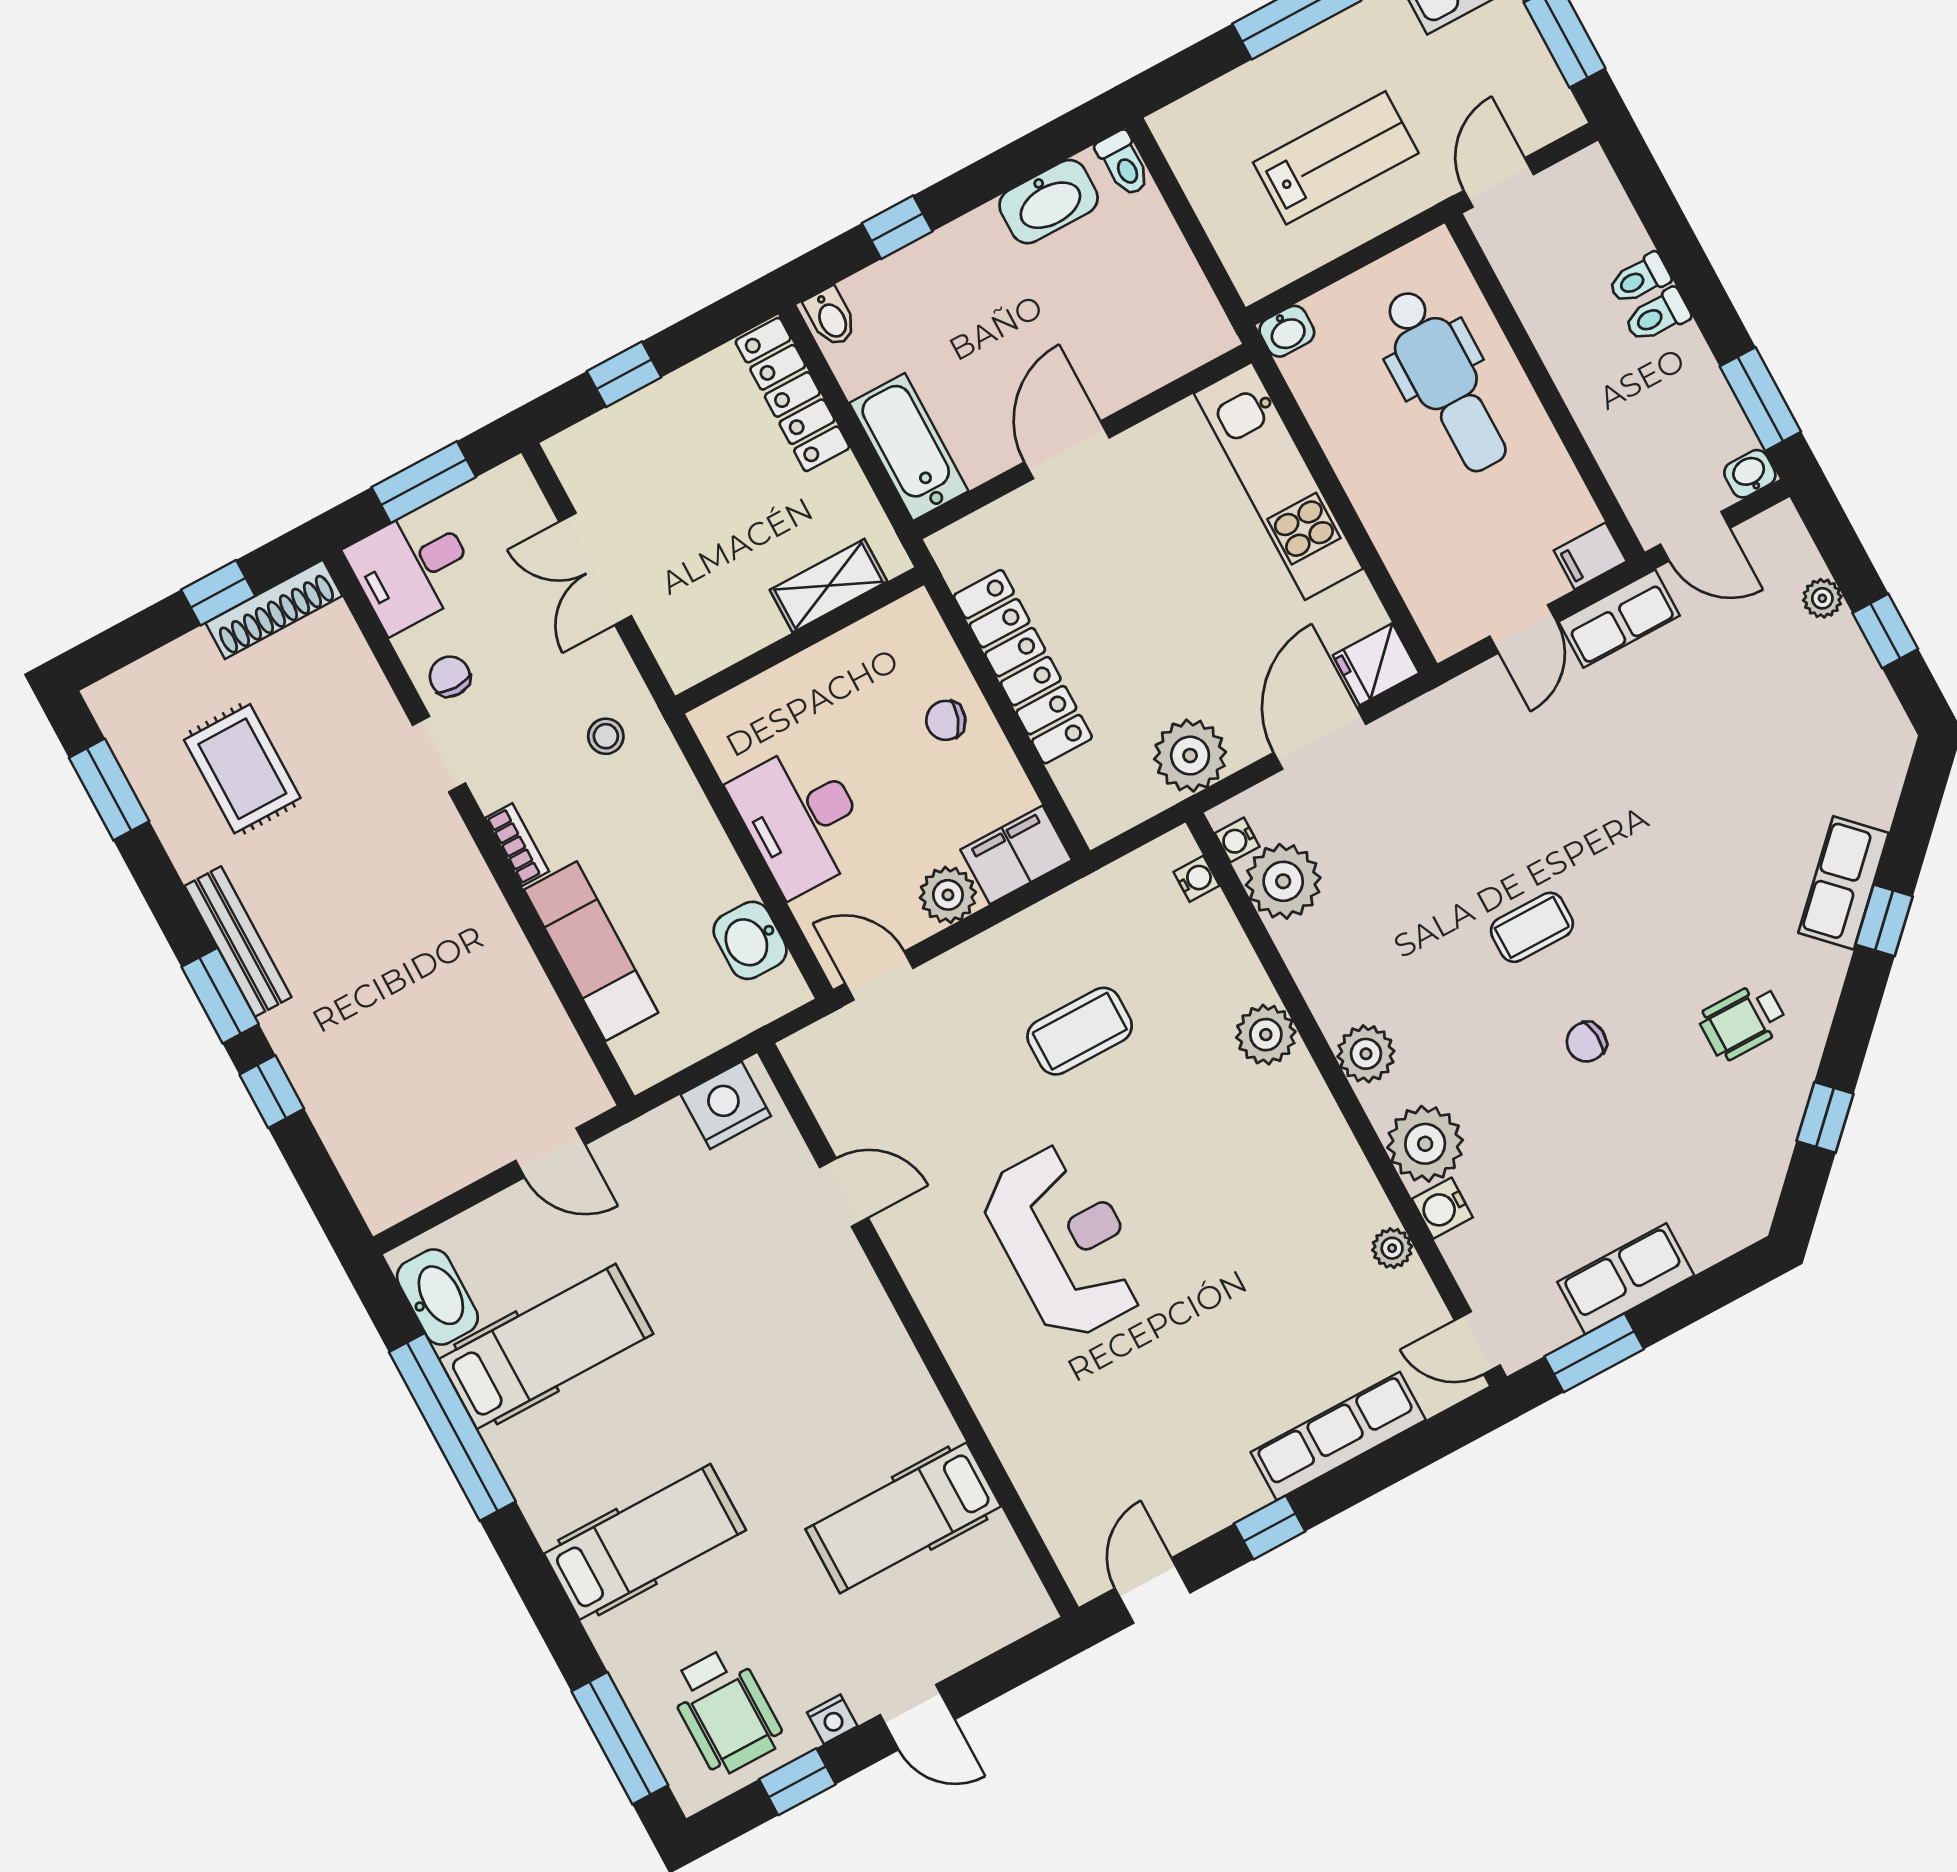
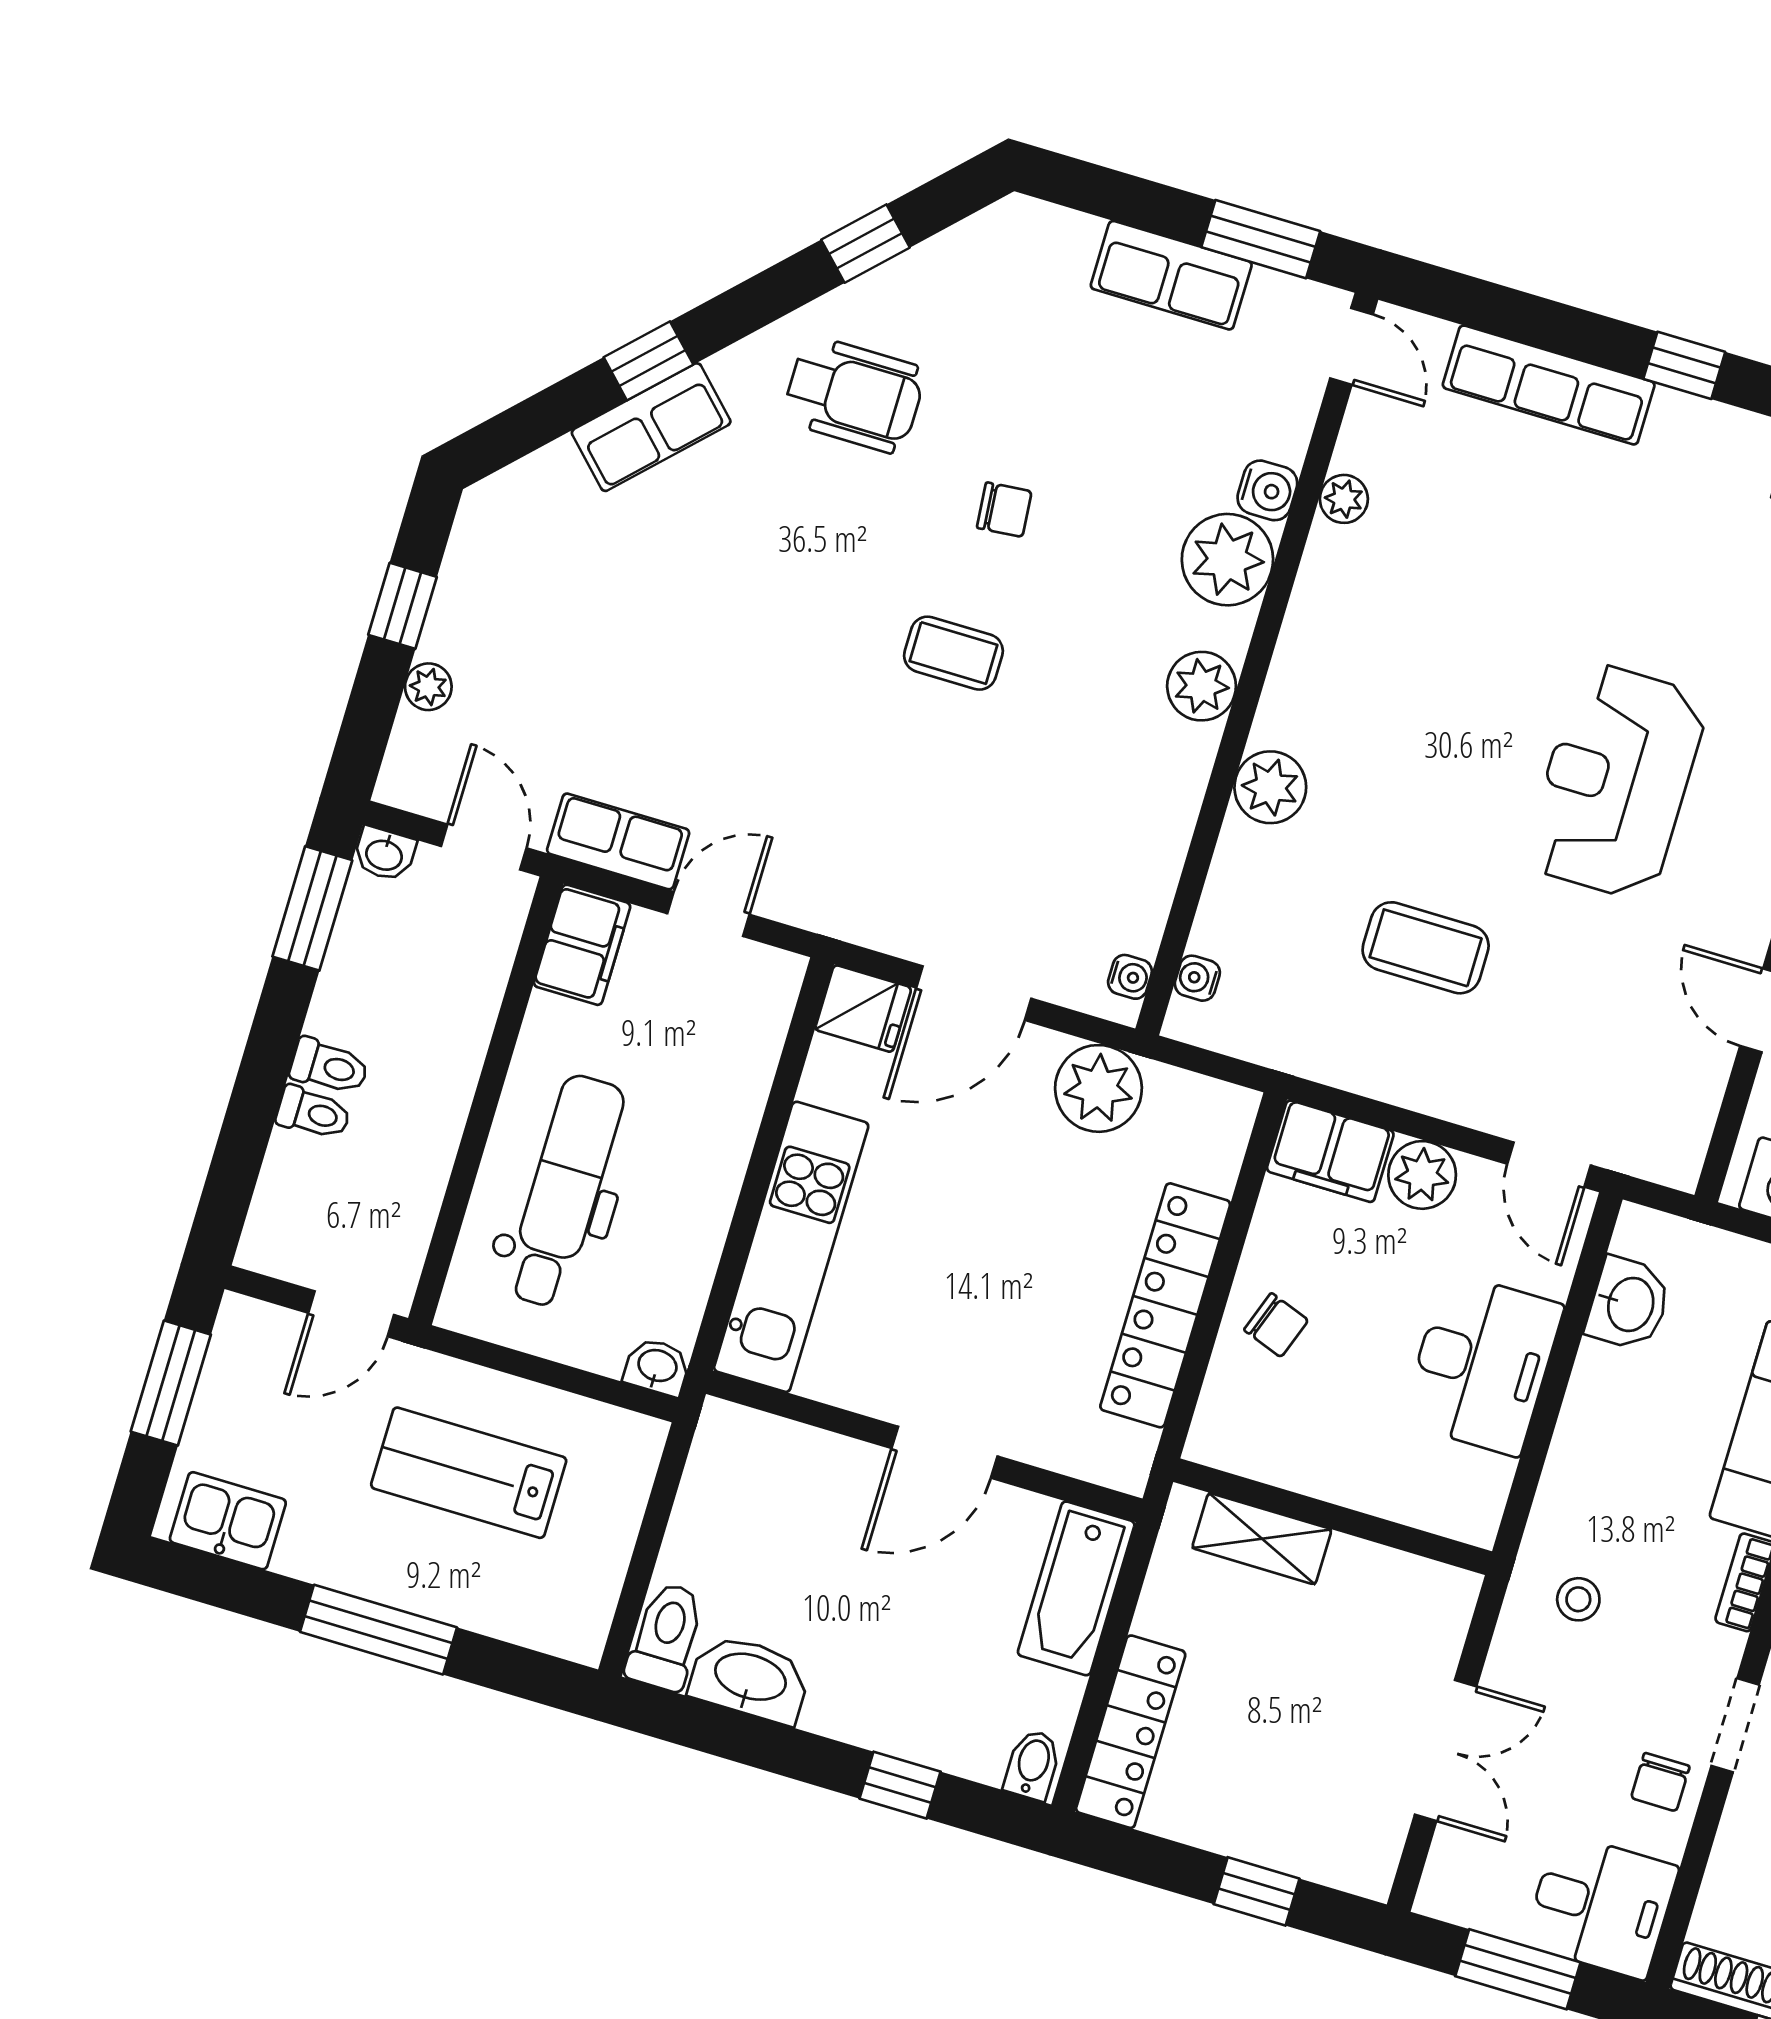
toilet: (1123, 163) -> (666, 1636), width x1.37, depth x1.39
filing cabinet: (1590, 556) -> (582, 945), width x2.00
plant: (1283, 881) -> (1126, 903), removed
wheelchair: (1743, 1021) -> (854, 395), width x1.36, depth x1.37

